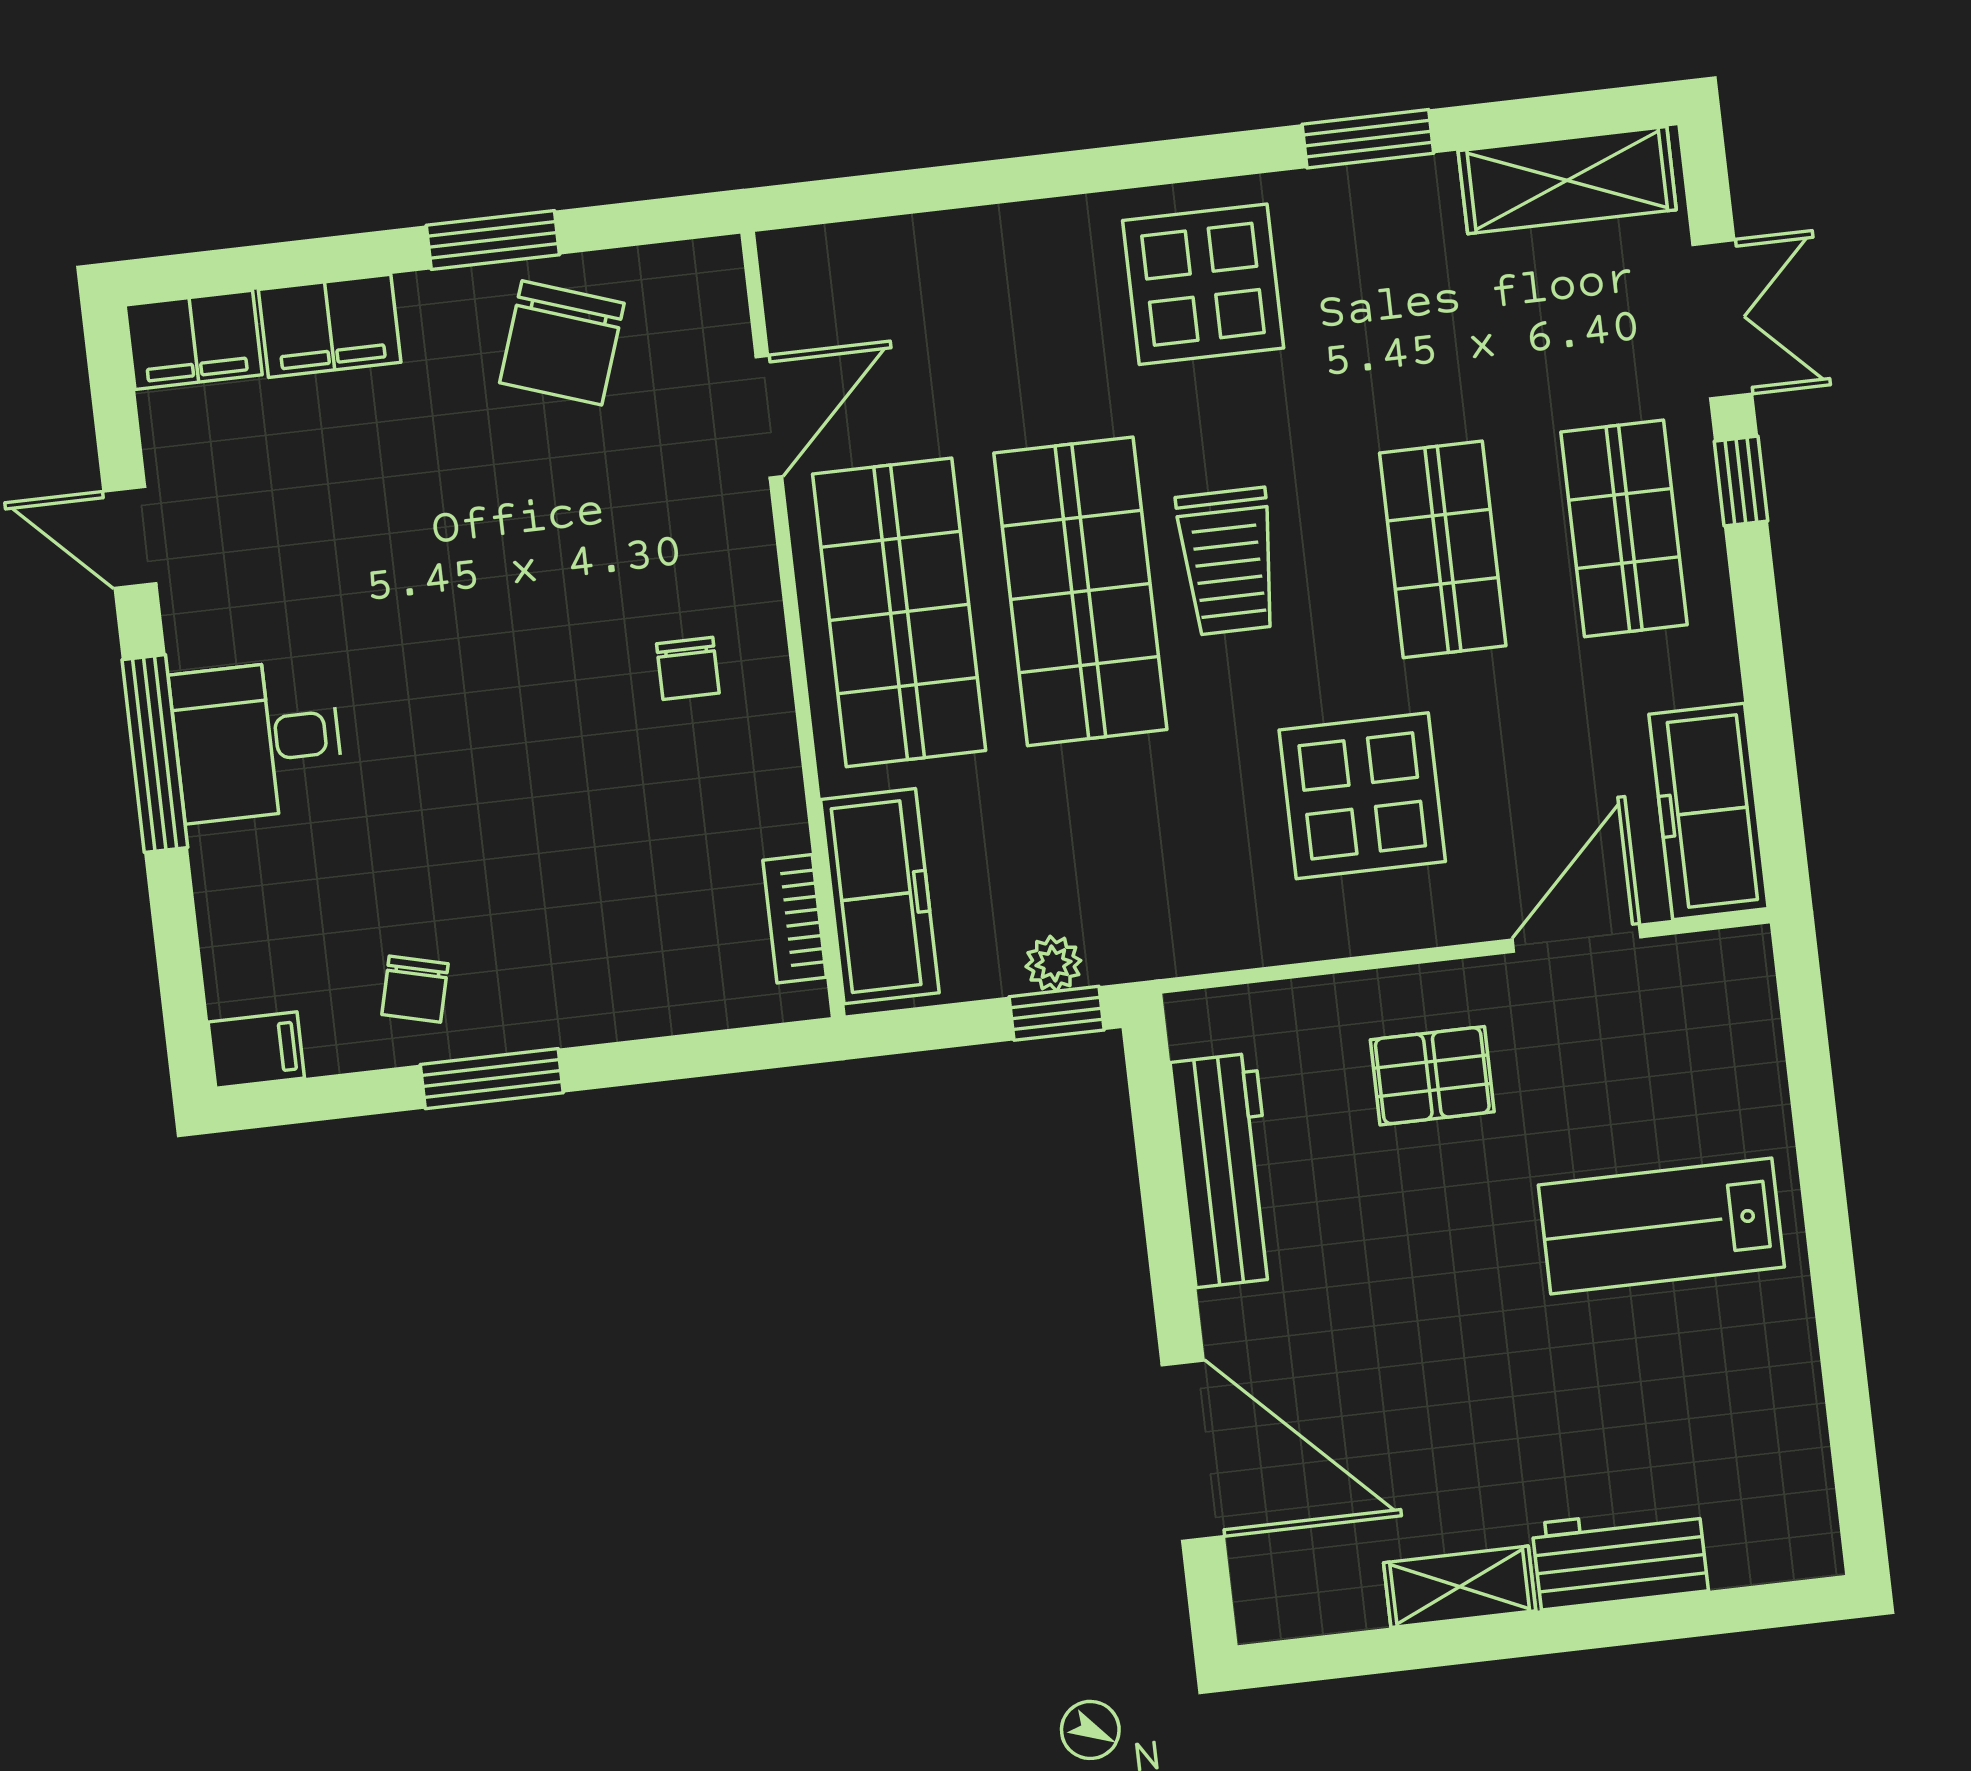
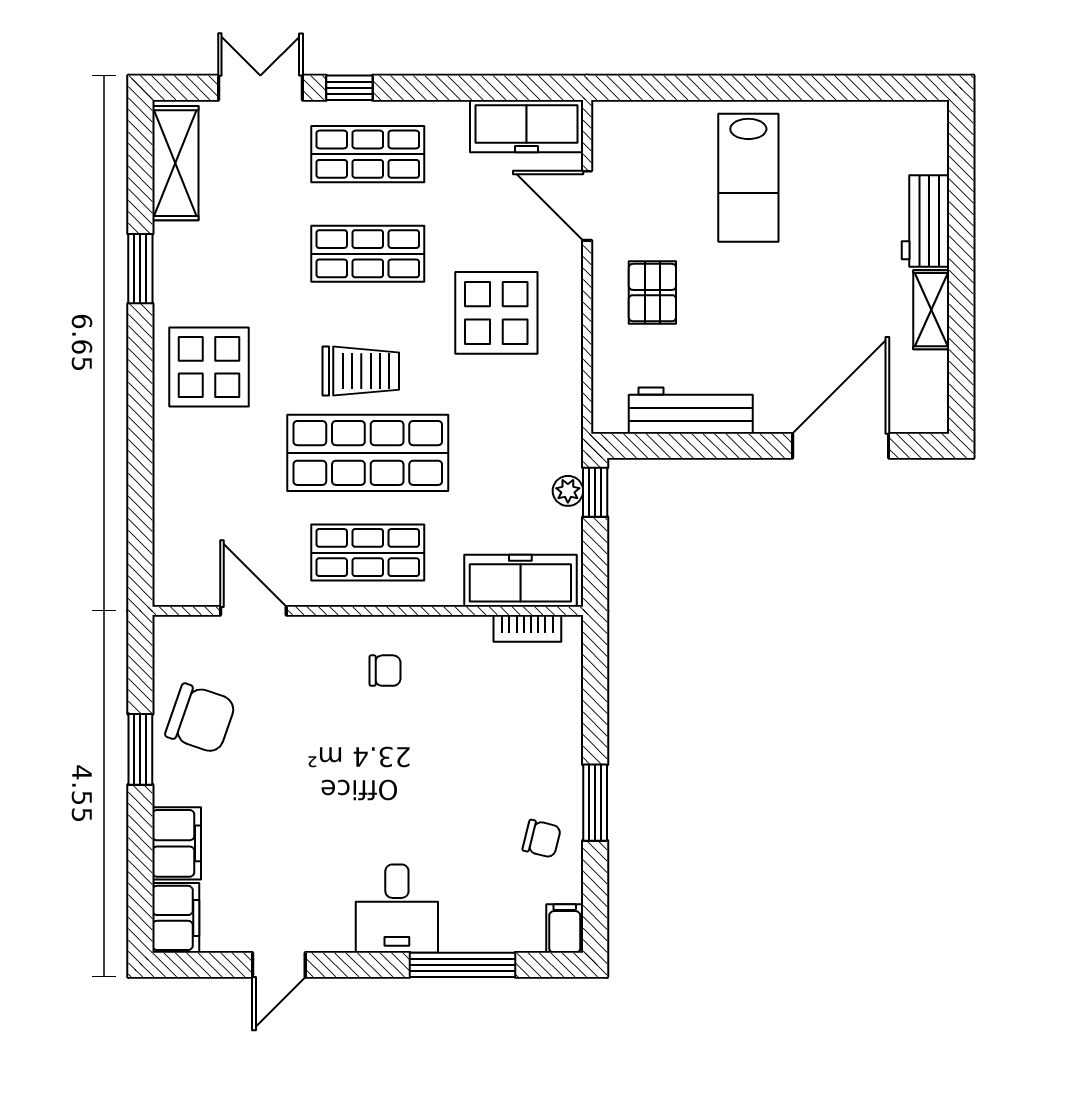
shop shelf: (899, 612) -> (368, 553), width x0.70, depth x0.74
window: (155, 754) -> (463, 965), moved

